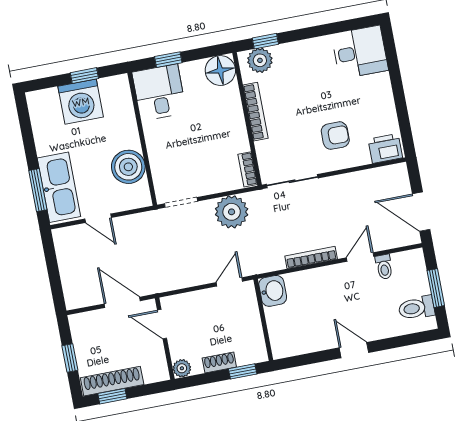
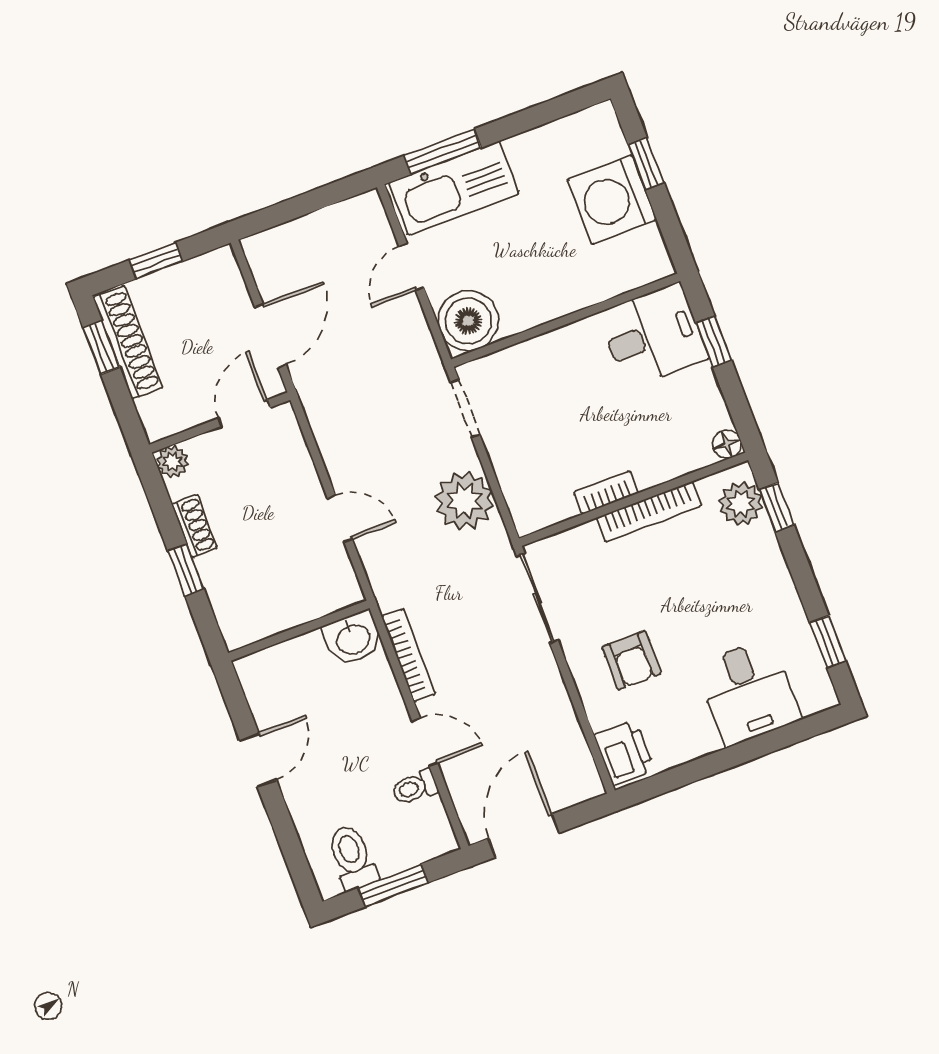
window: (344, 26) -> (828, 642), added
desk: (360, 52) -> (748, 692), moved
floor lamp: (220, 71) -> (727, 444), width x0.53, depth x0.53
window: (84, 76) -> (646, 164), moved
boiler: (128, 167) -> (468, 321), moved
bookcase: (248, 169) -> (606, 493), moved
washbasin: (273, 291) -> (353, 638), moved
wall: (263, 320) -> (299, 631), moved

